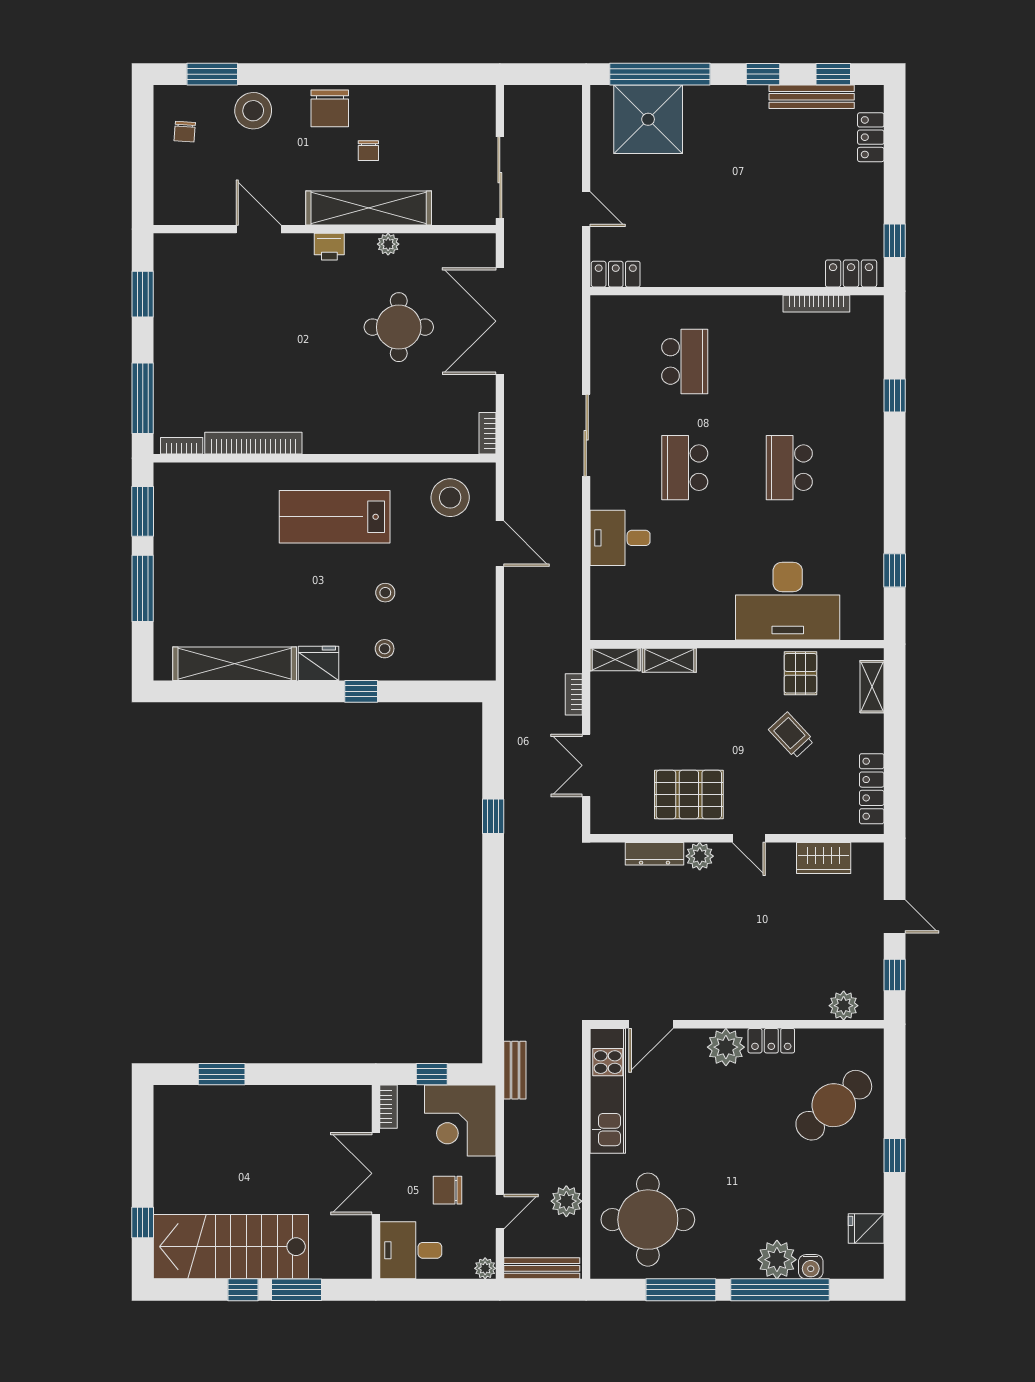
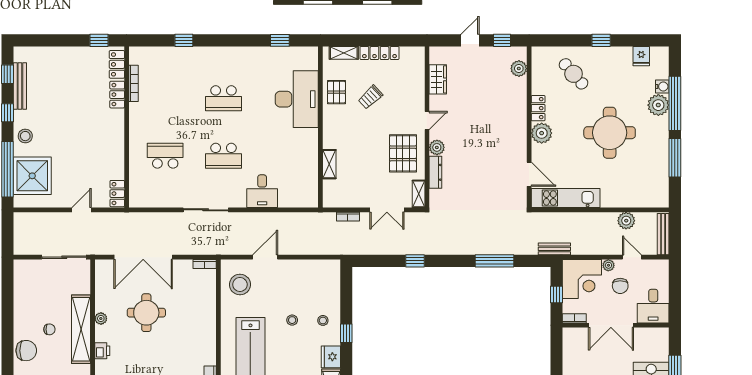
stool: (721, 107) -> (25, 136), added
locker: (871, 137) -> (117, 95), moved, turned 90
shelving: (615, 660) -> (419, 194), moved
pallet: (800, 673) -> (336, 92), turned 90
locker: (872, 789) -> (379, 53), moved
window: (493, 961) -> (495, 261), added
cafe table: (834, 1105) -> (574, 74), width x0.73, depth x0.74
round table: (648, 1220) -> (610, 133), moved
plant: (485, 1268) -> (608, 265), moved

